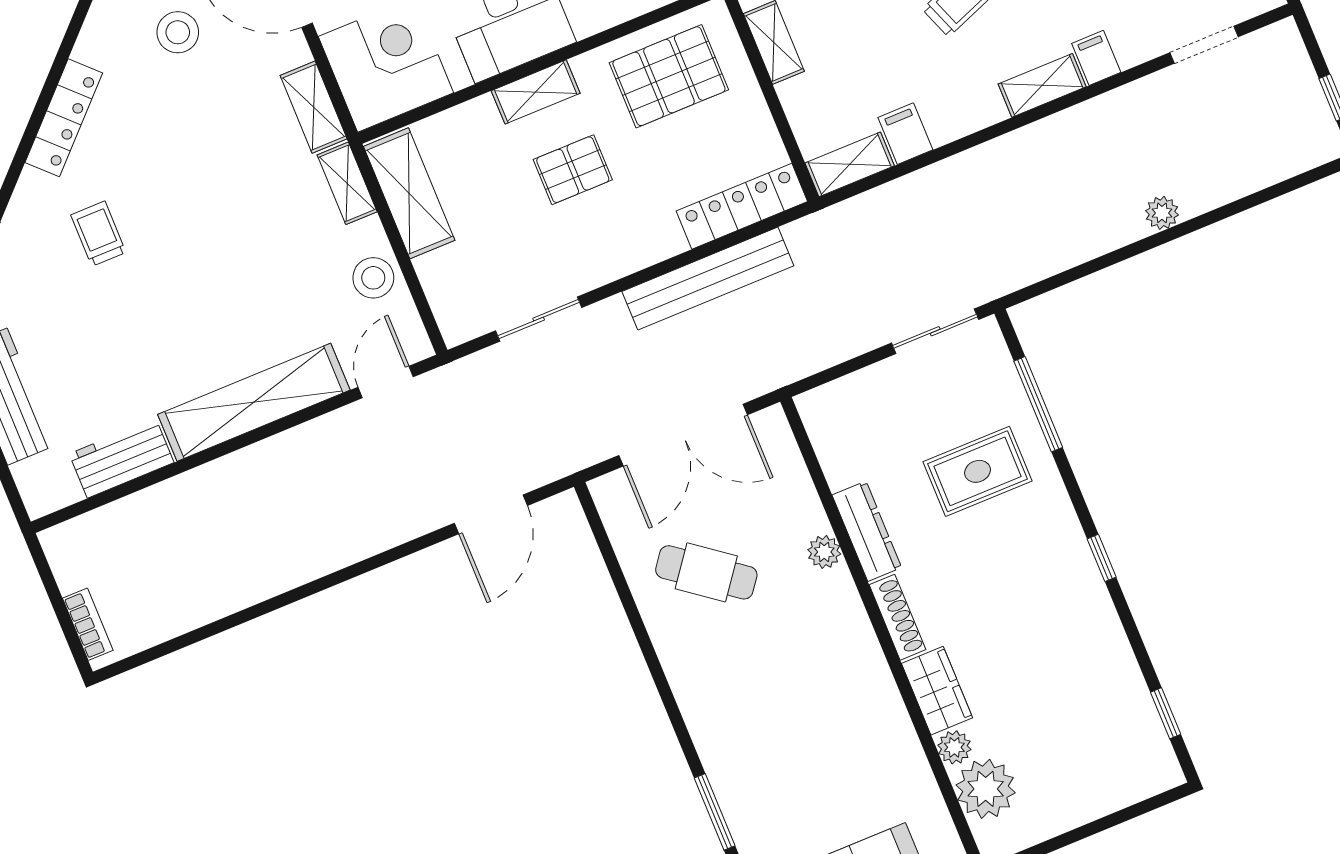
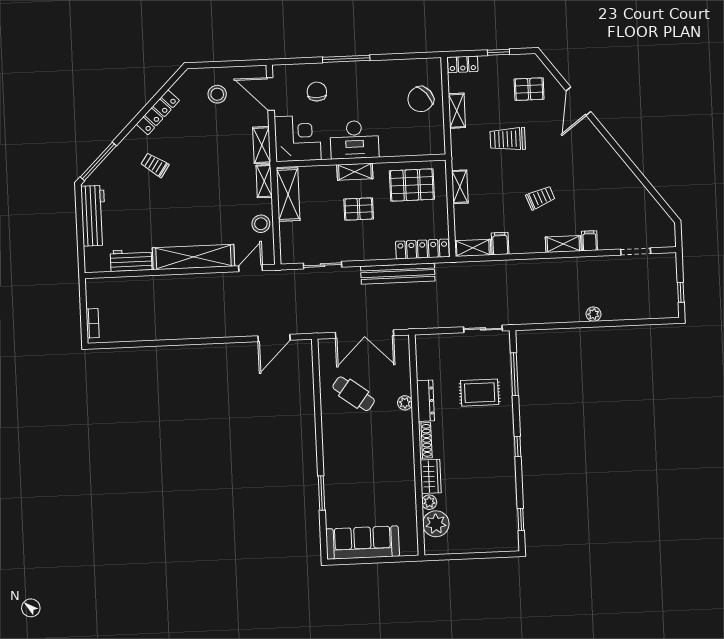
trolley: (98, 234) -> (155, 165), turned -56

